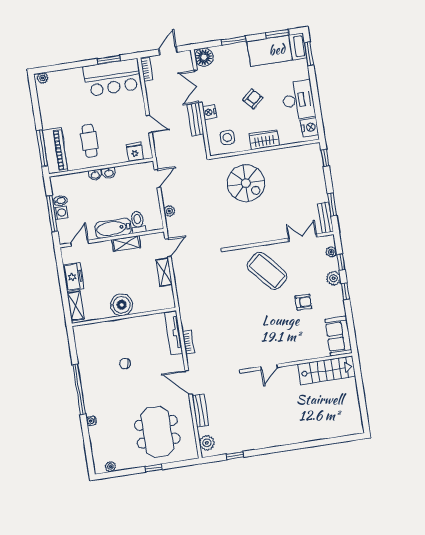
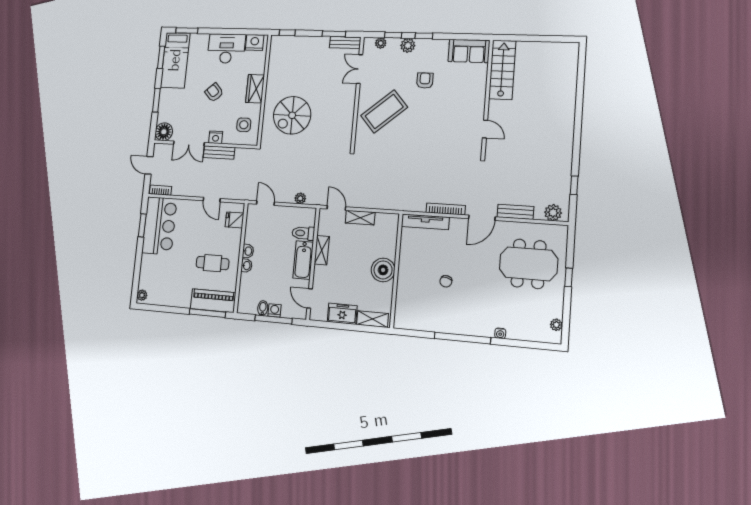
door: (149, 124) -> (212, 200), swing flipped
spiral stairs: (246, 183) -> (292, 115), turned 180
bookcase: (188, 342) -> (446, 209), width x1.56

